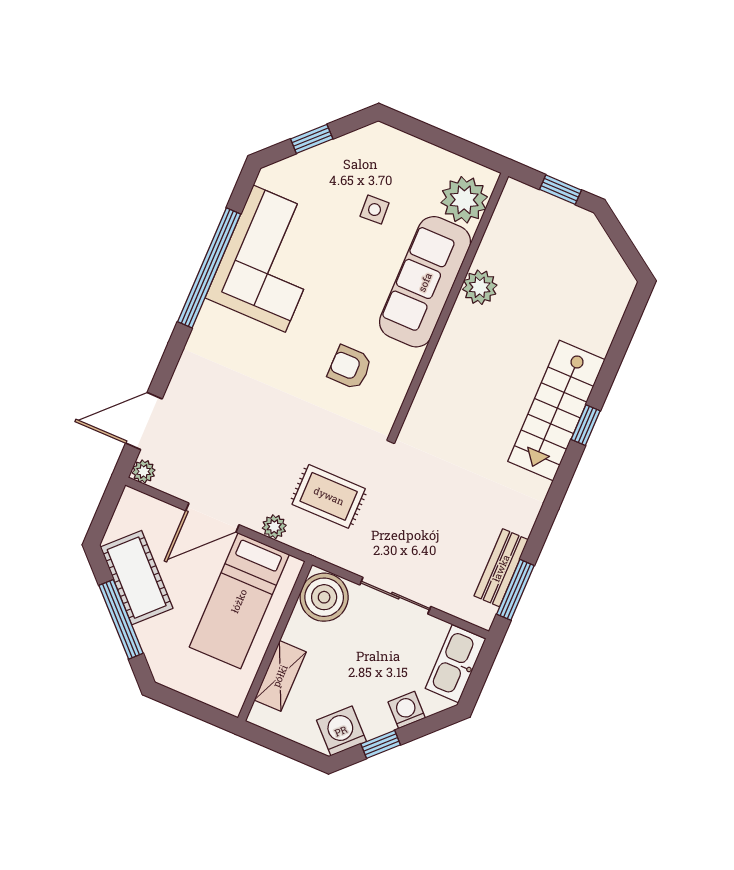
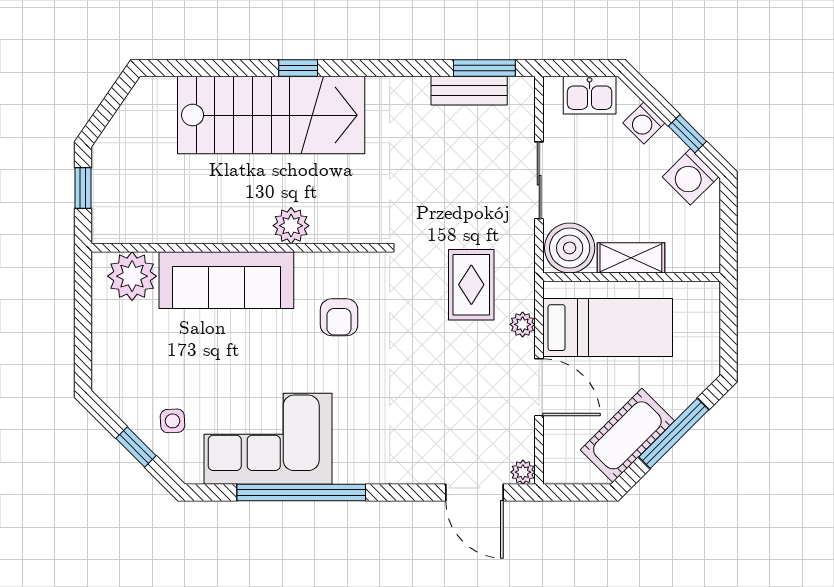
side table: (375, 210) -> (172, 421), moved
plant: (480, 287) -> (291, 226), moved
stairs: (556, 411) -> (271, 115), width x1.36, depth x1.51
kitchen sink: (455, 664) -> (590, 95), width x0.73
shelving: (280, 676) -> (631, 258), moved

